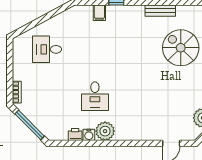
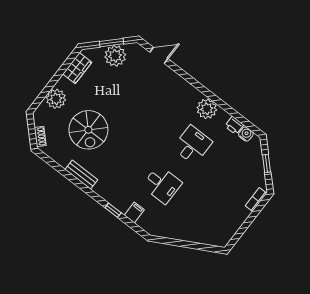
desk: (47, 49) -> (162, 185), moved
window: (30, 125) -> (267, 163), width x0.46
water cooler: (89, 135) -> (246, 134), moved

